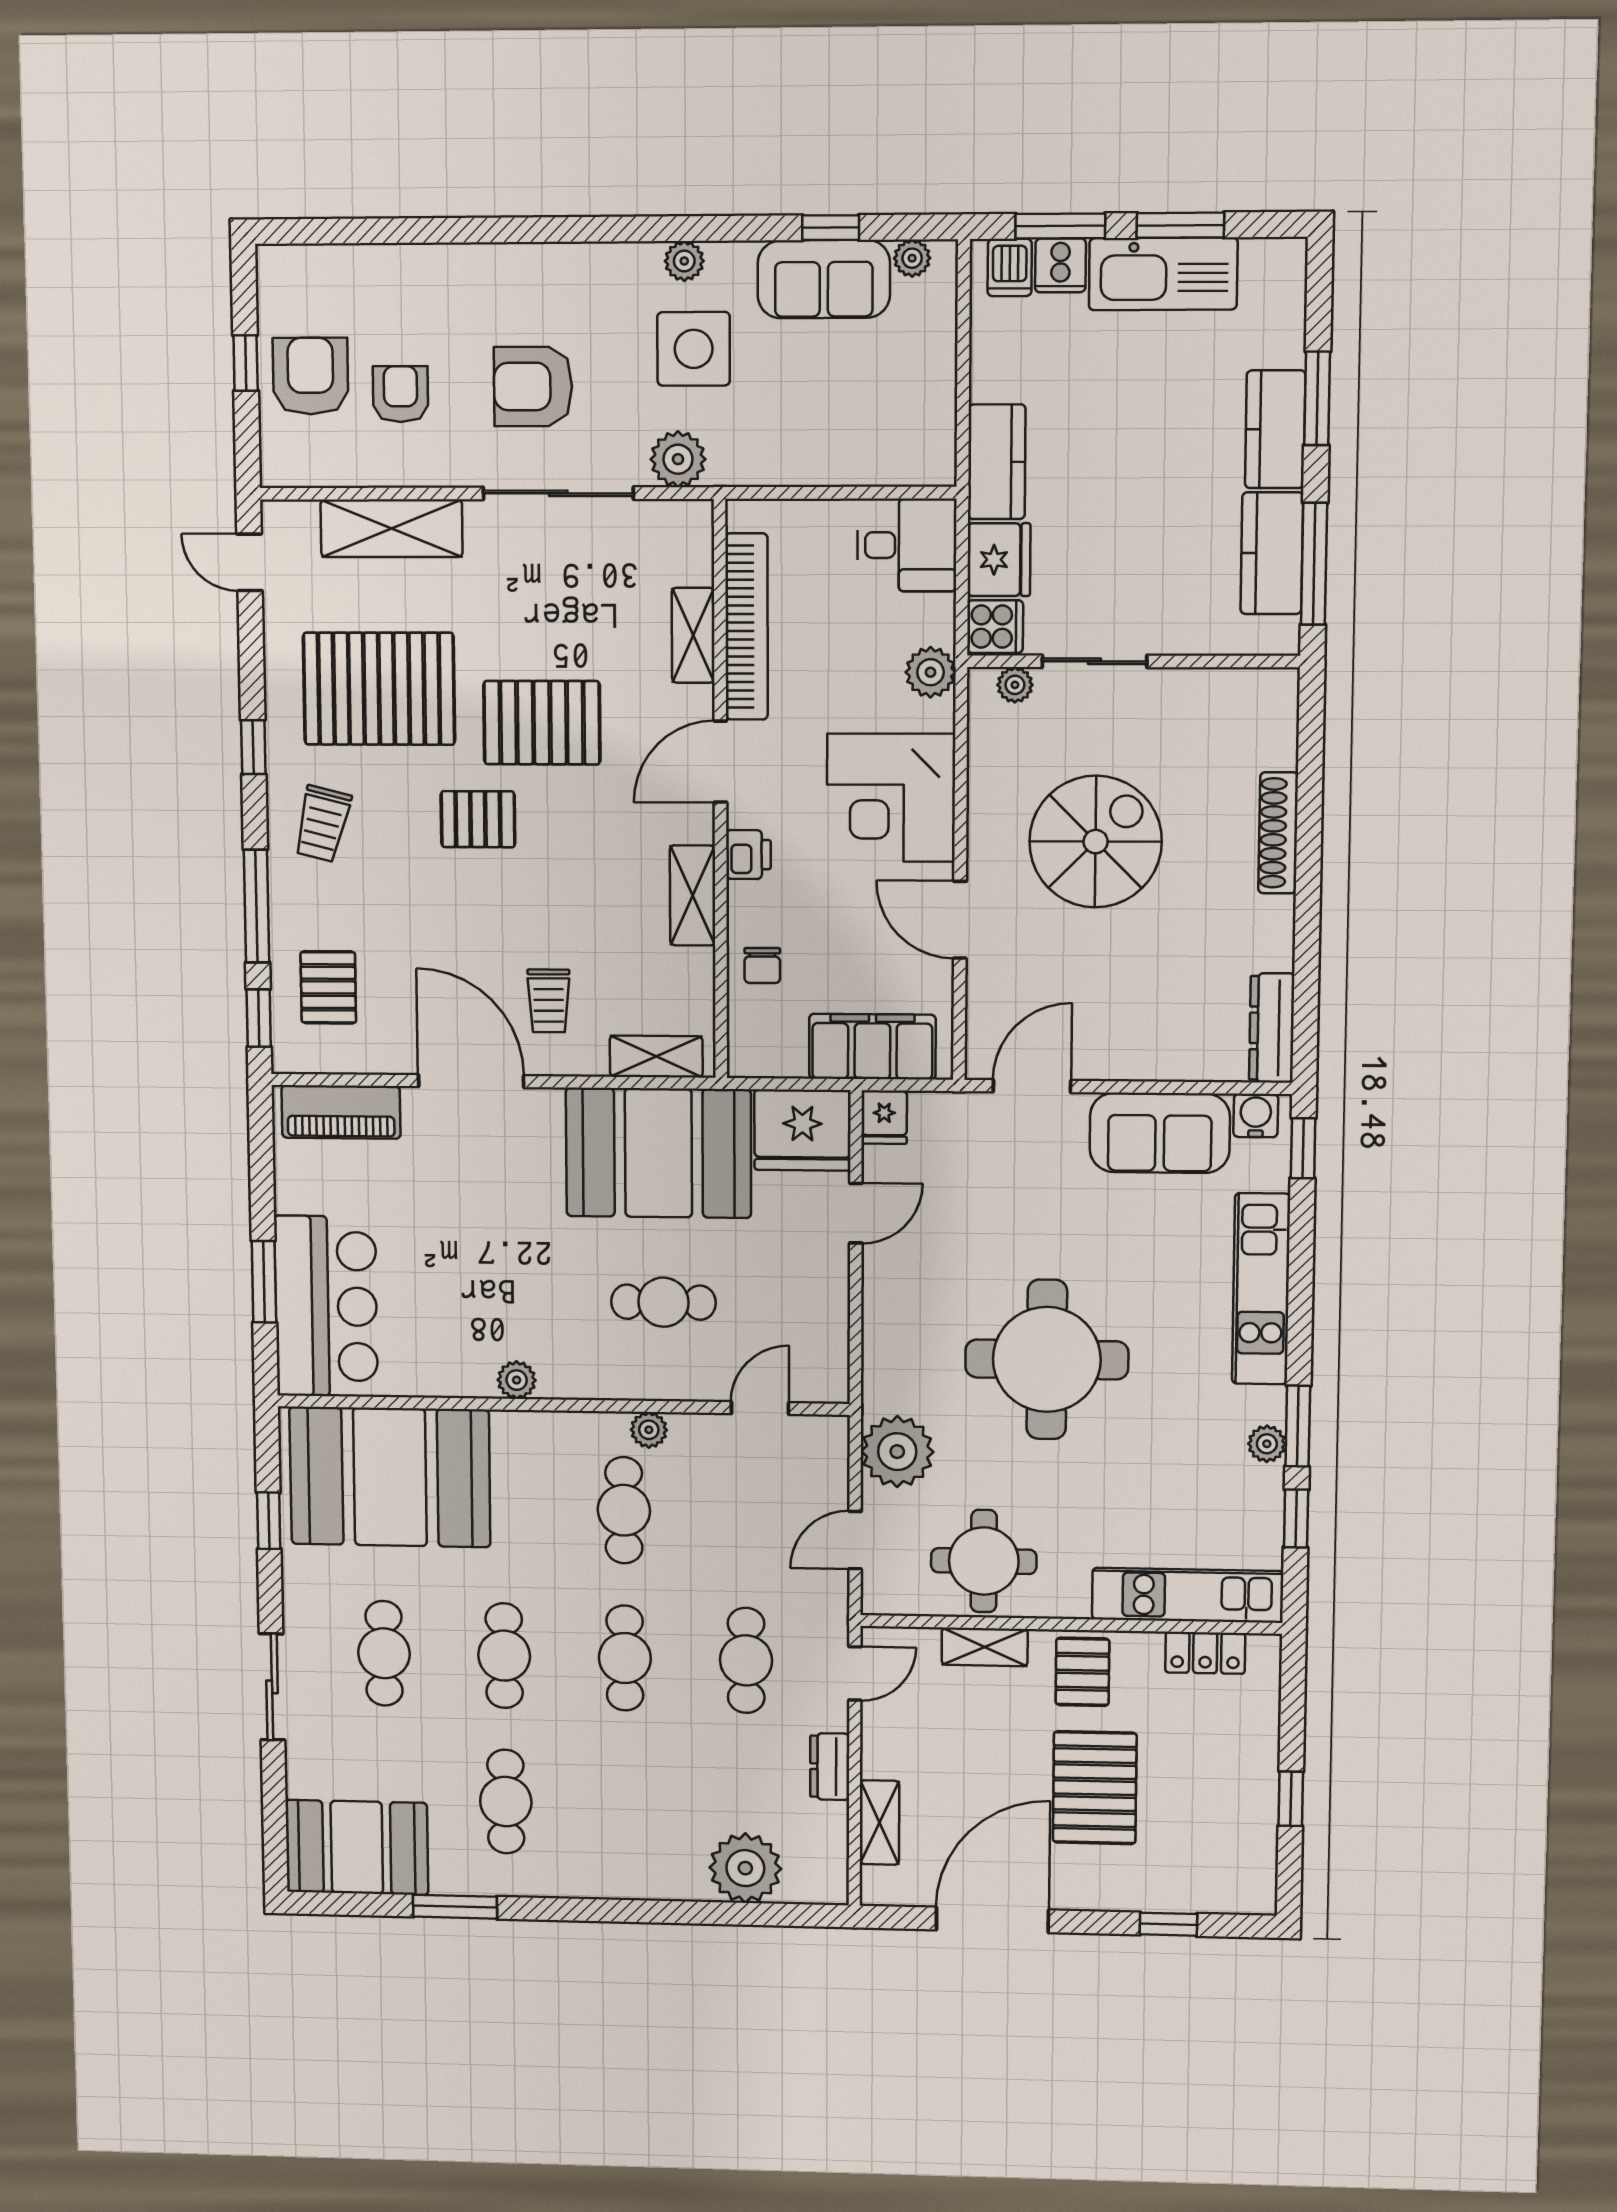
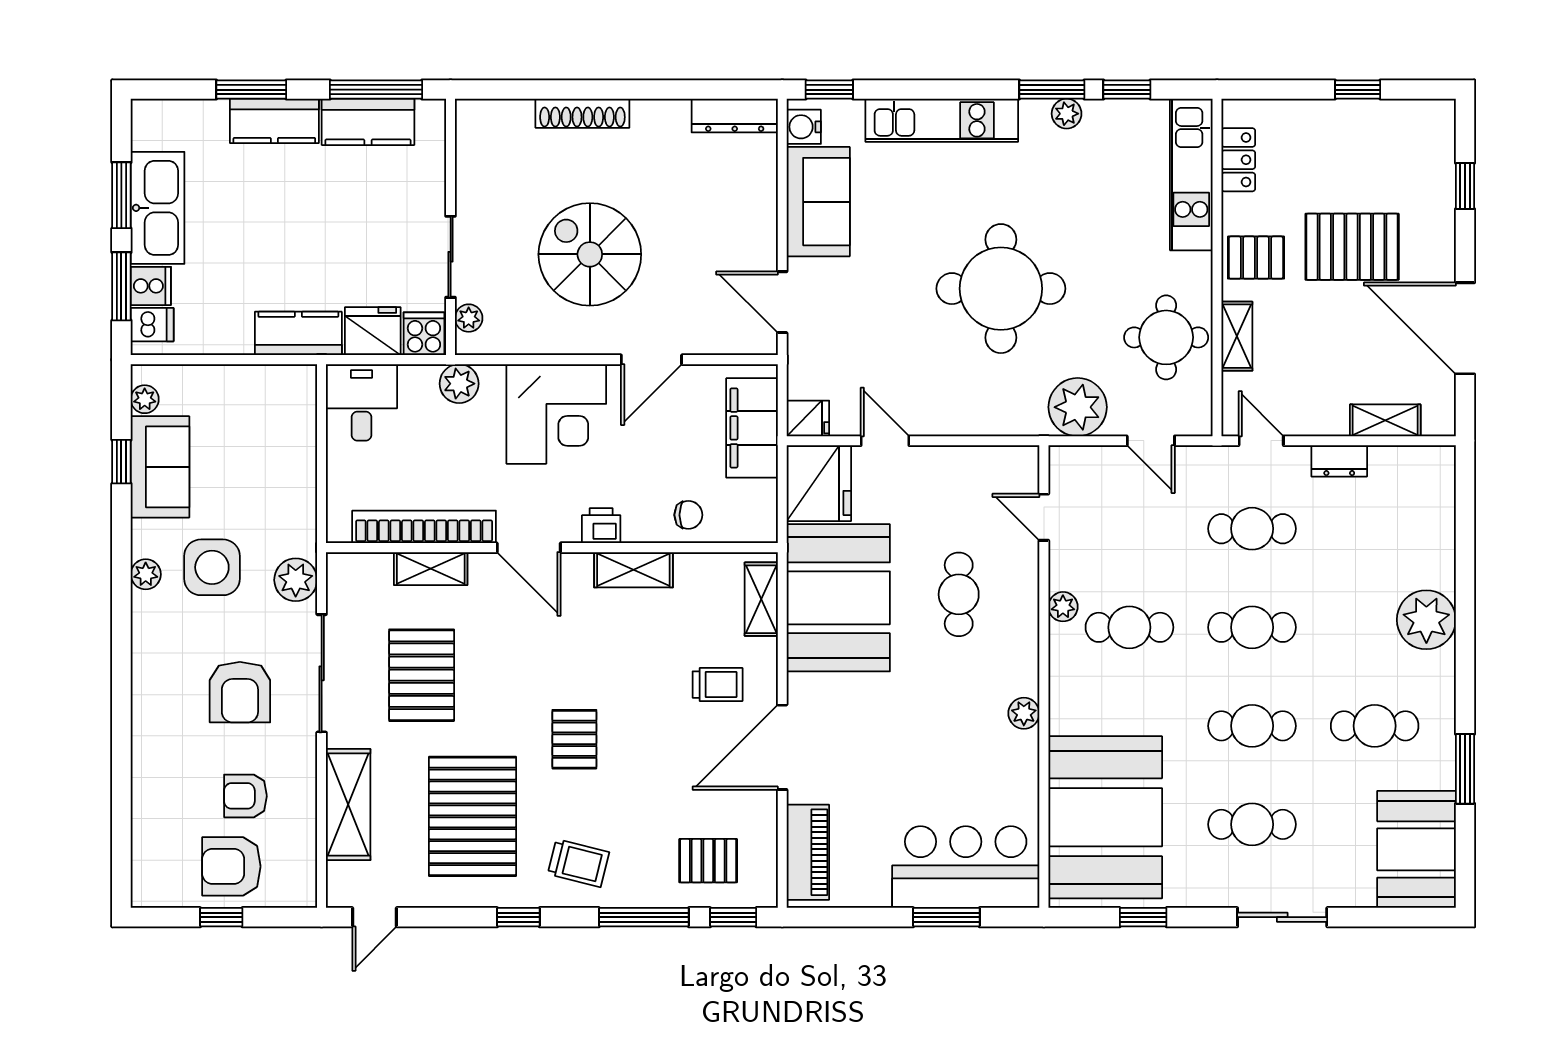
pallet: (542, 723) -> (422, 675), moved
plant: (745, 1868) -> (1426, 620), moved

